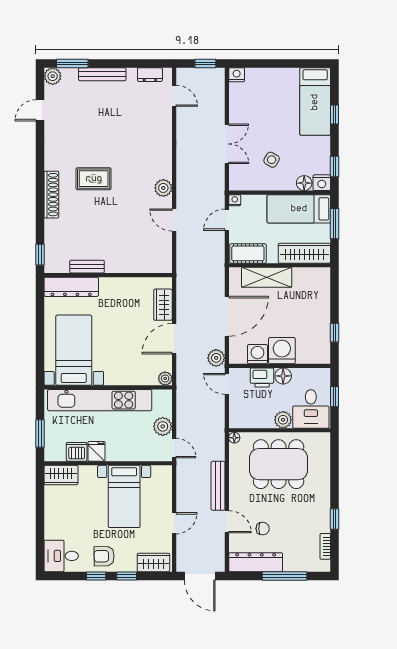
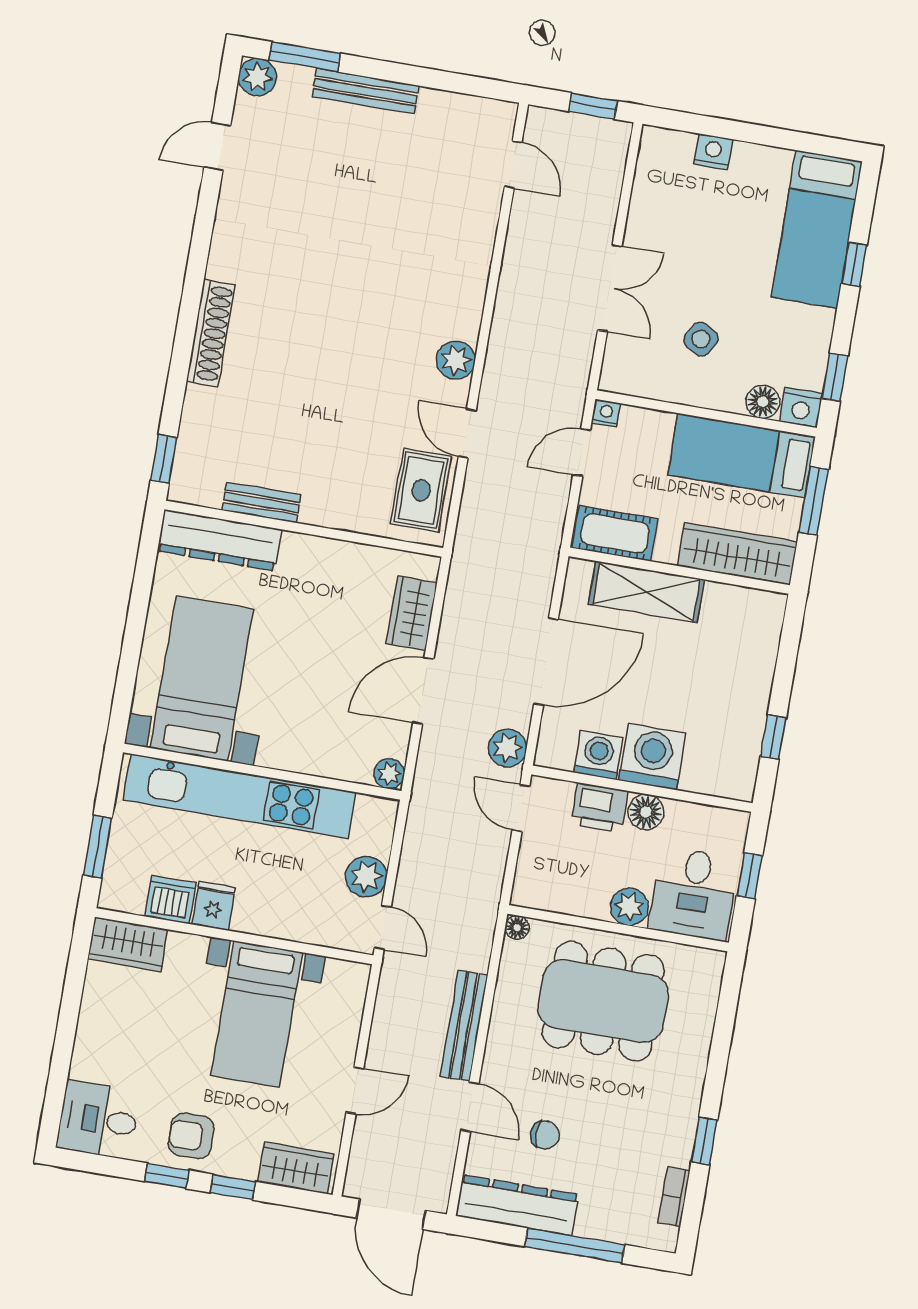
dresser: (150, 75) -> (469, 110), removed
nightstand: (237, 75) -> (713, 152), moved
rug: (94, 179) -> (421, 490), moved, turned 90

